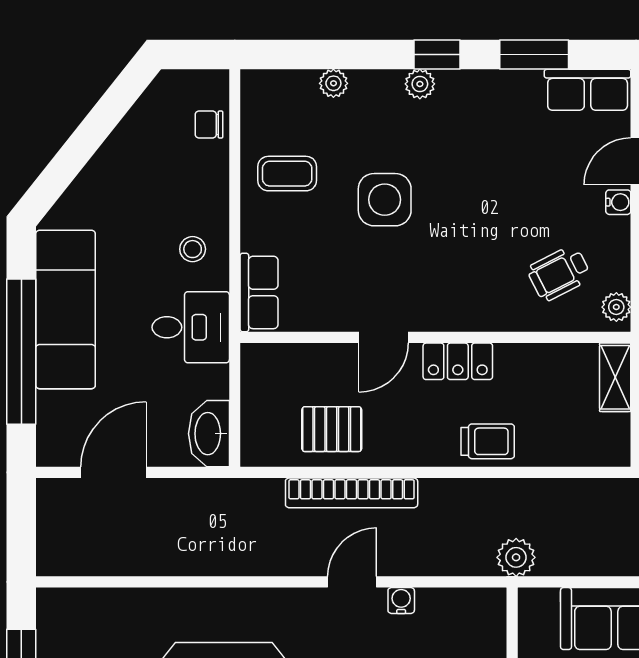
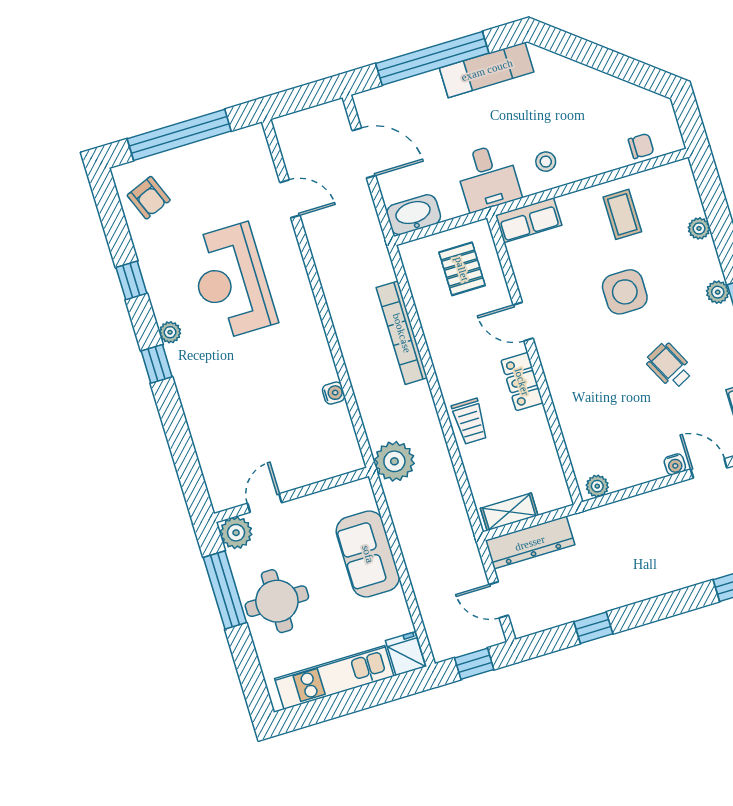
chair: (209, 124) -> (641, 146), turned 90
wheelchair: (559, 273) -> (669, 366), moved
exam couch: (66, 309) -> (487, 70), width x0.73, depth x0.69
shelving: (615, 377) -> (509, 512), moved
pallet: (332, 429) -> (462, 269), moved
plant: (516, 557) -> (394, 461), width x1.36, depth x1.36
door: (352, 582) -> (290, 199), moved

